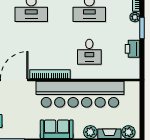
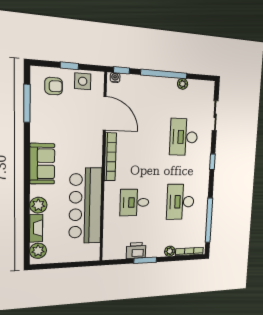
window: (142, 28) -> (145, 260), moved
bar counter: (80, 94) -> (85, 206), width x0.73

